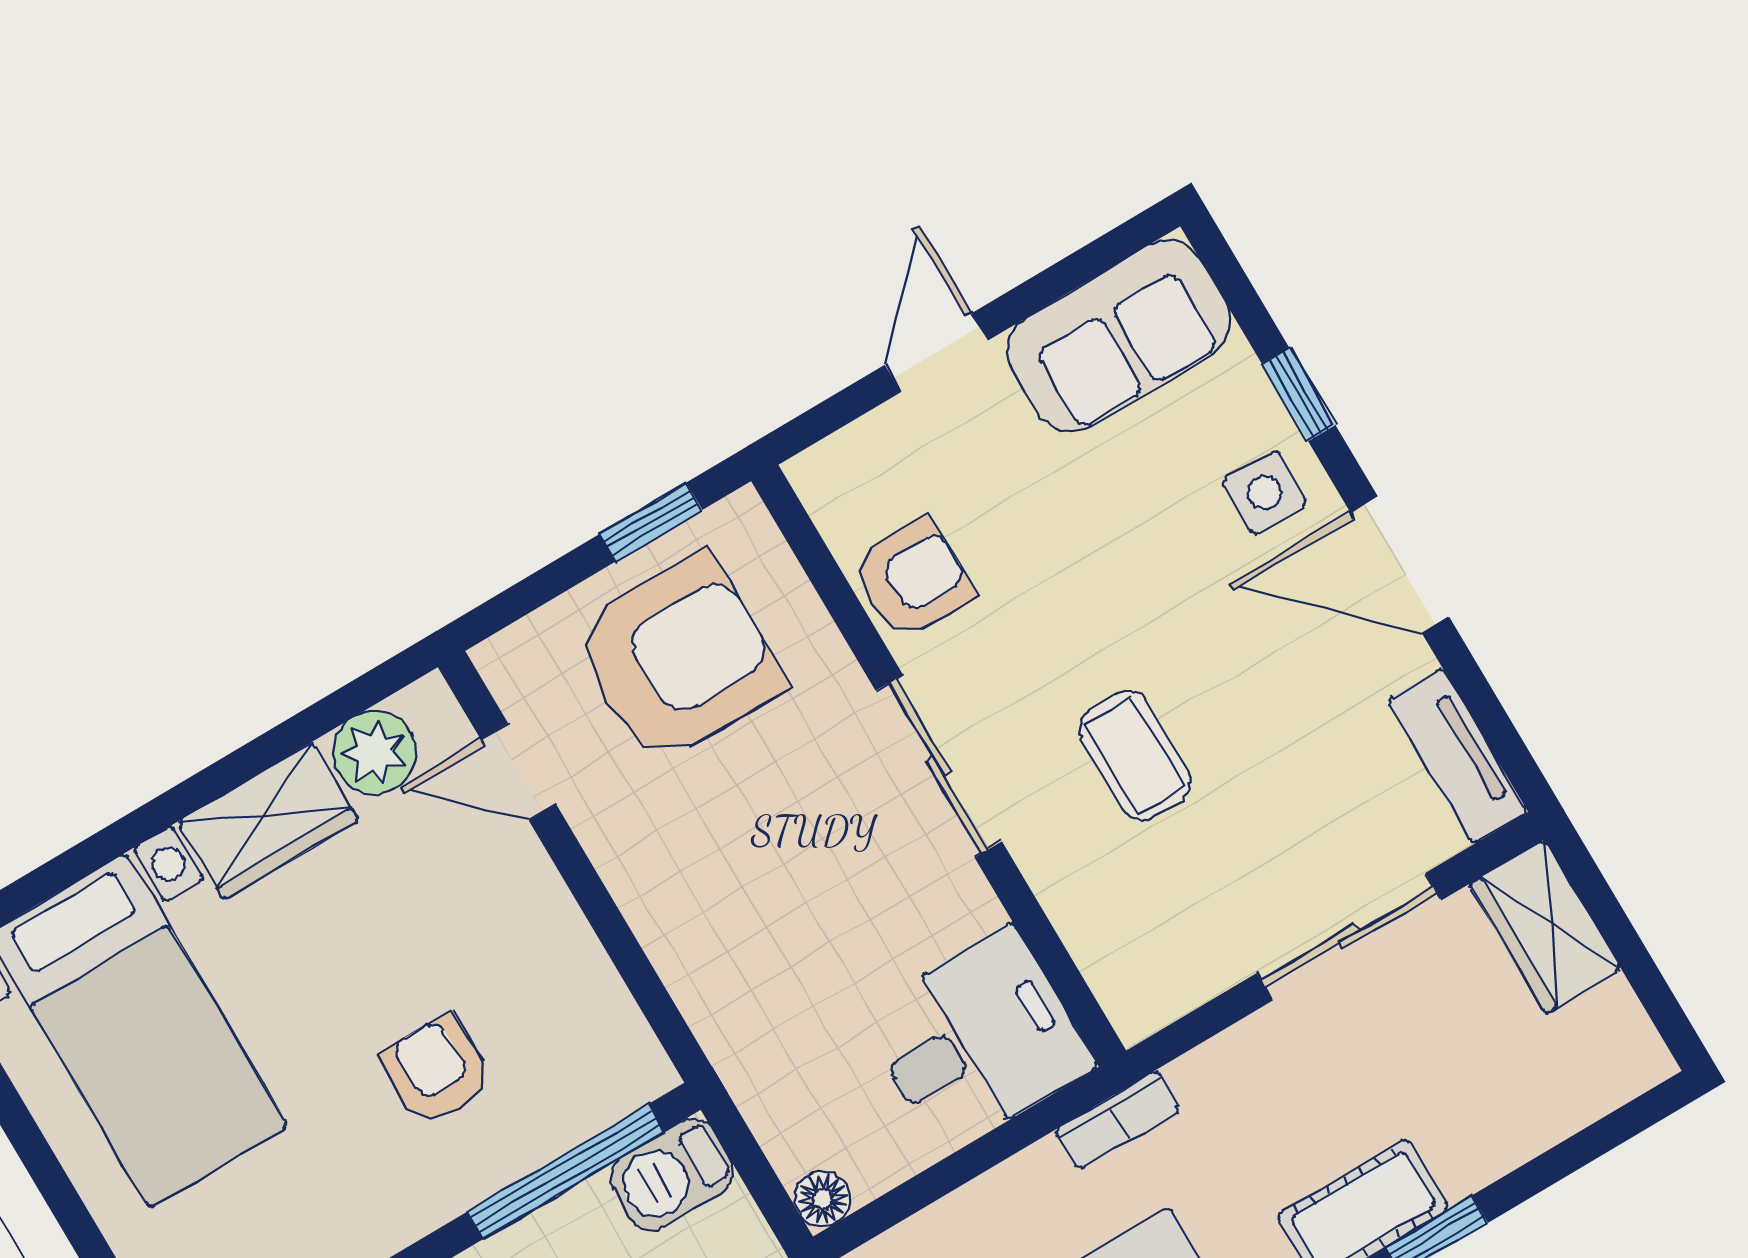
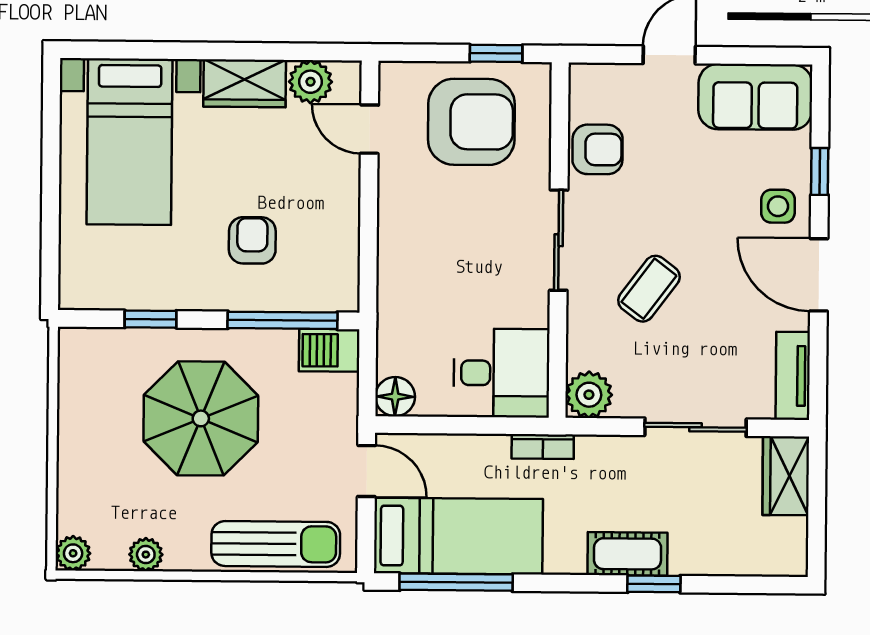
coffee table: (1135, 756) -> (649, 289), turned 37
plant: (1142, 989) -> (589, 395), added
floor lamp: (823, 1199) -> (395, 397), width x1.37, depth x1.37

